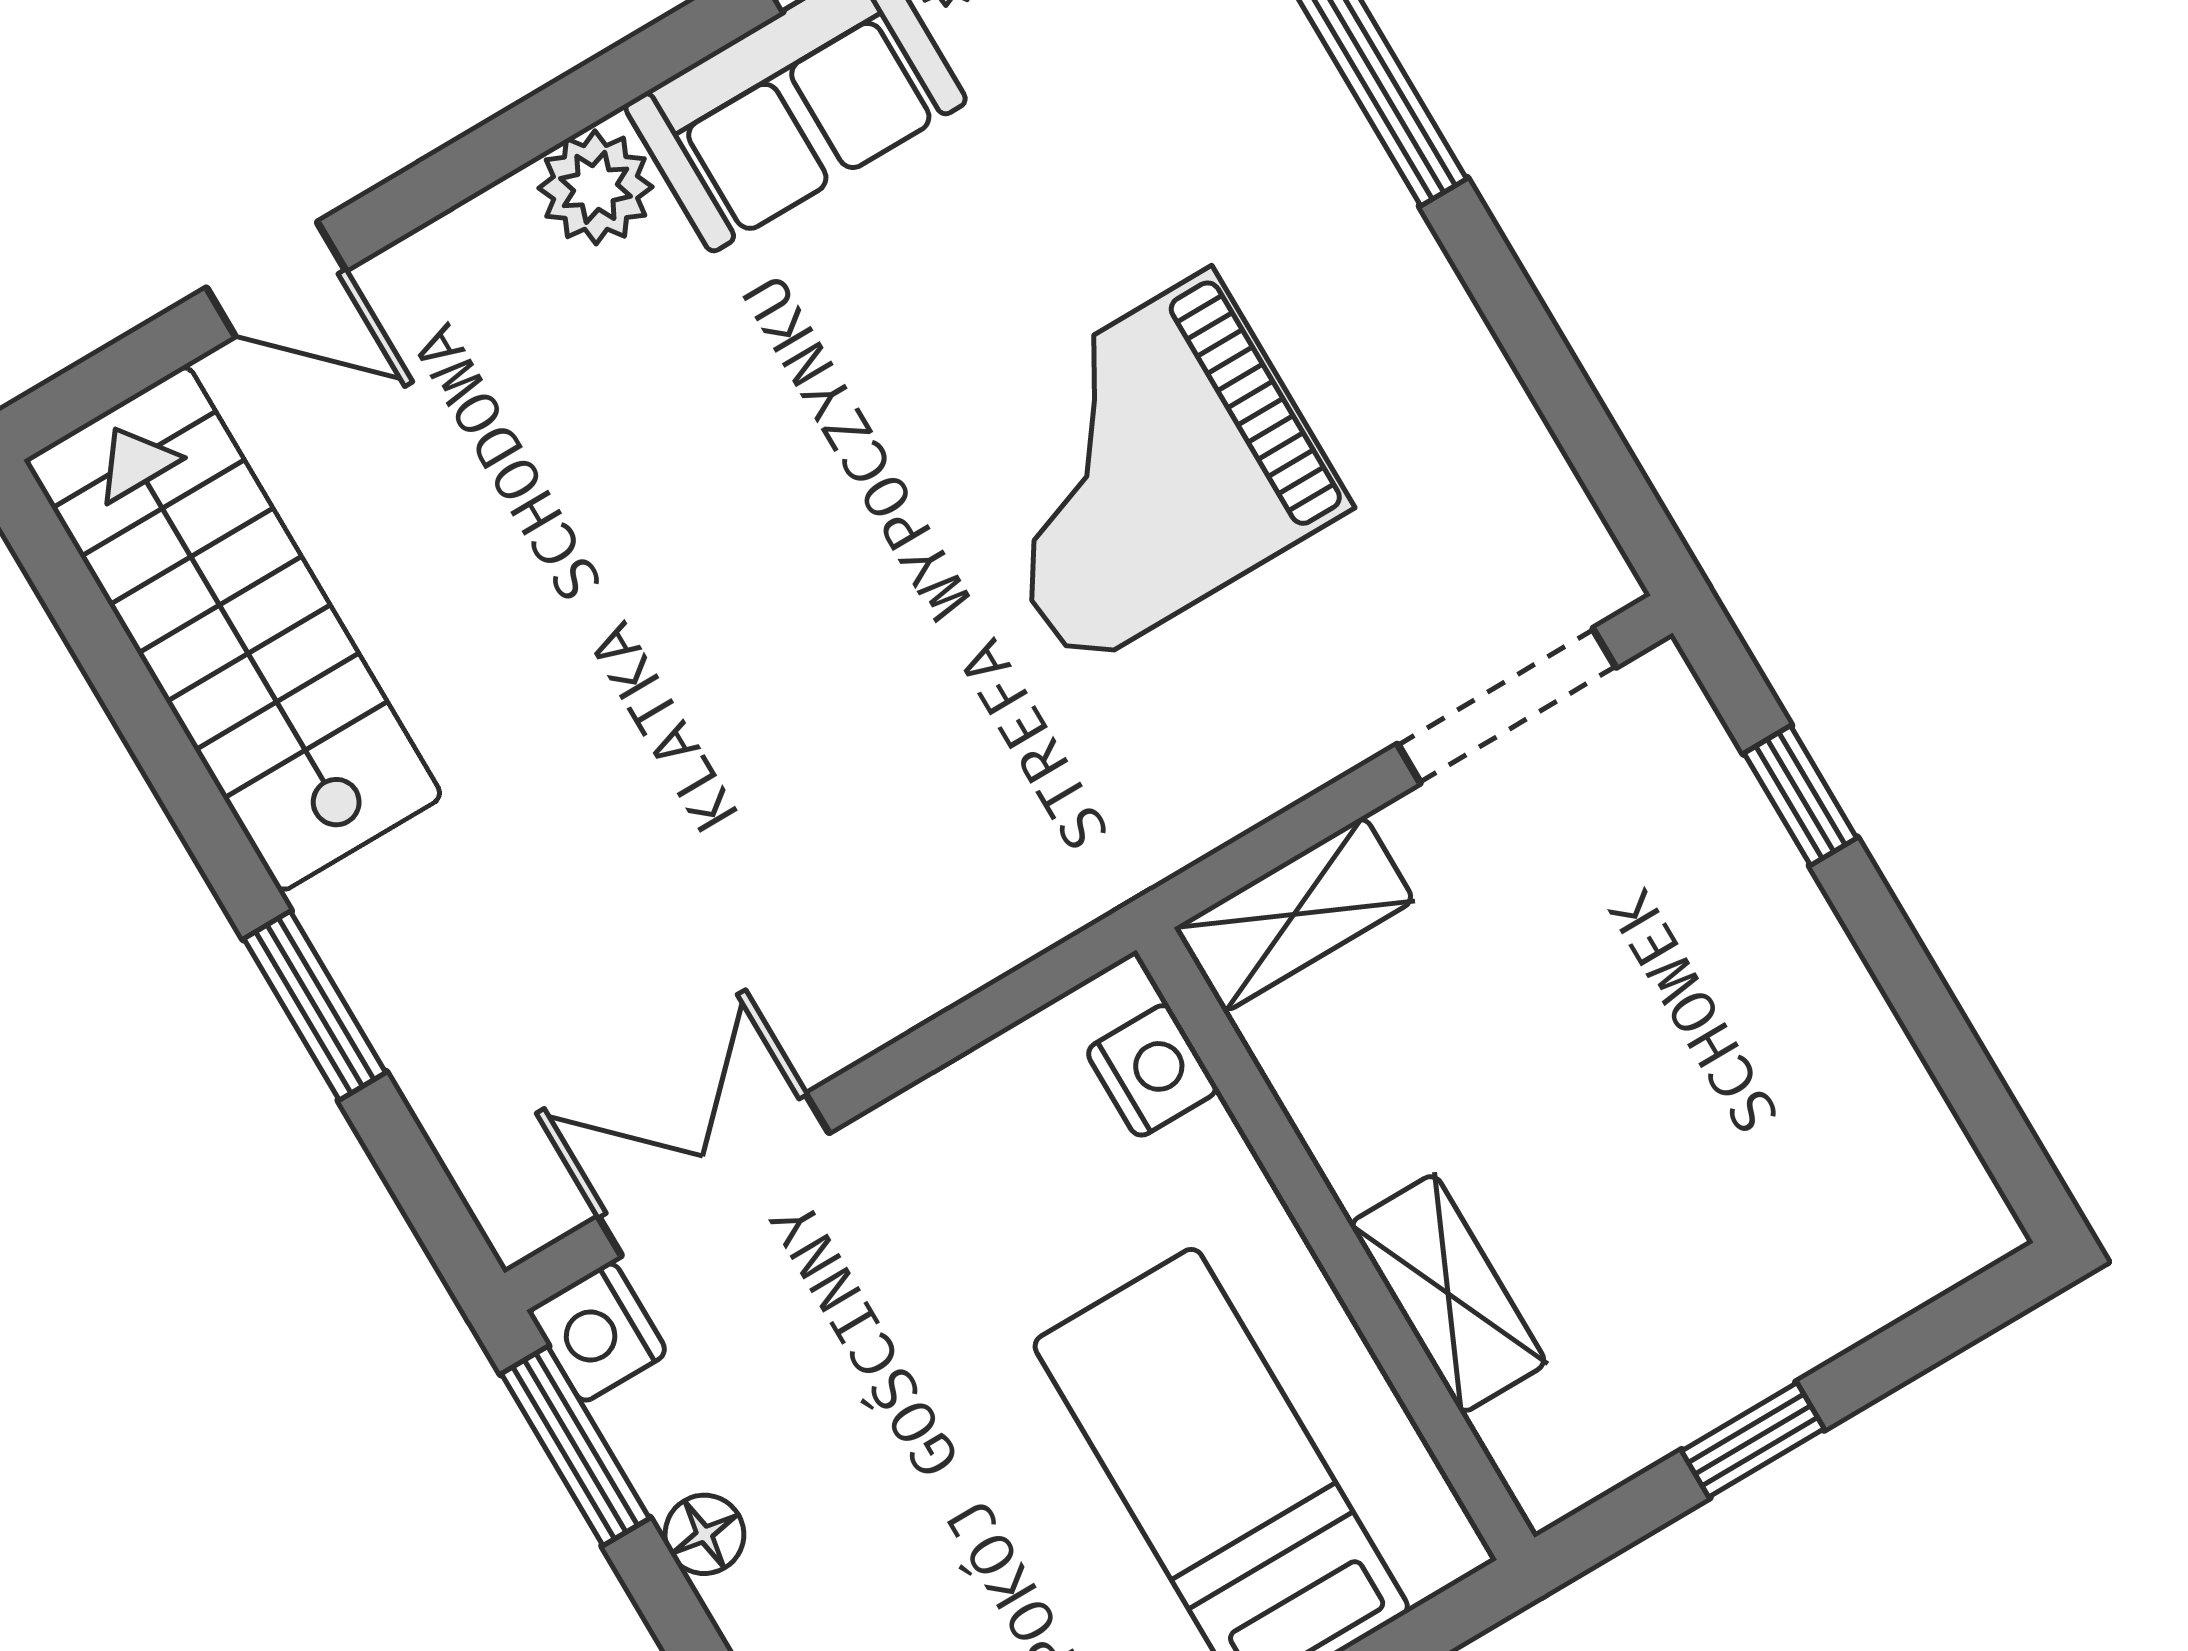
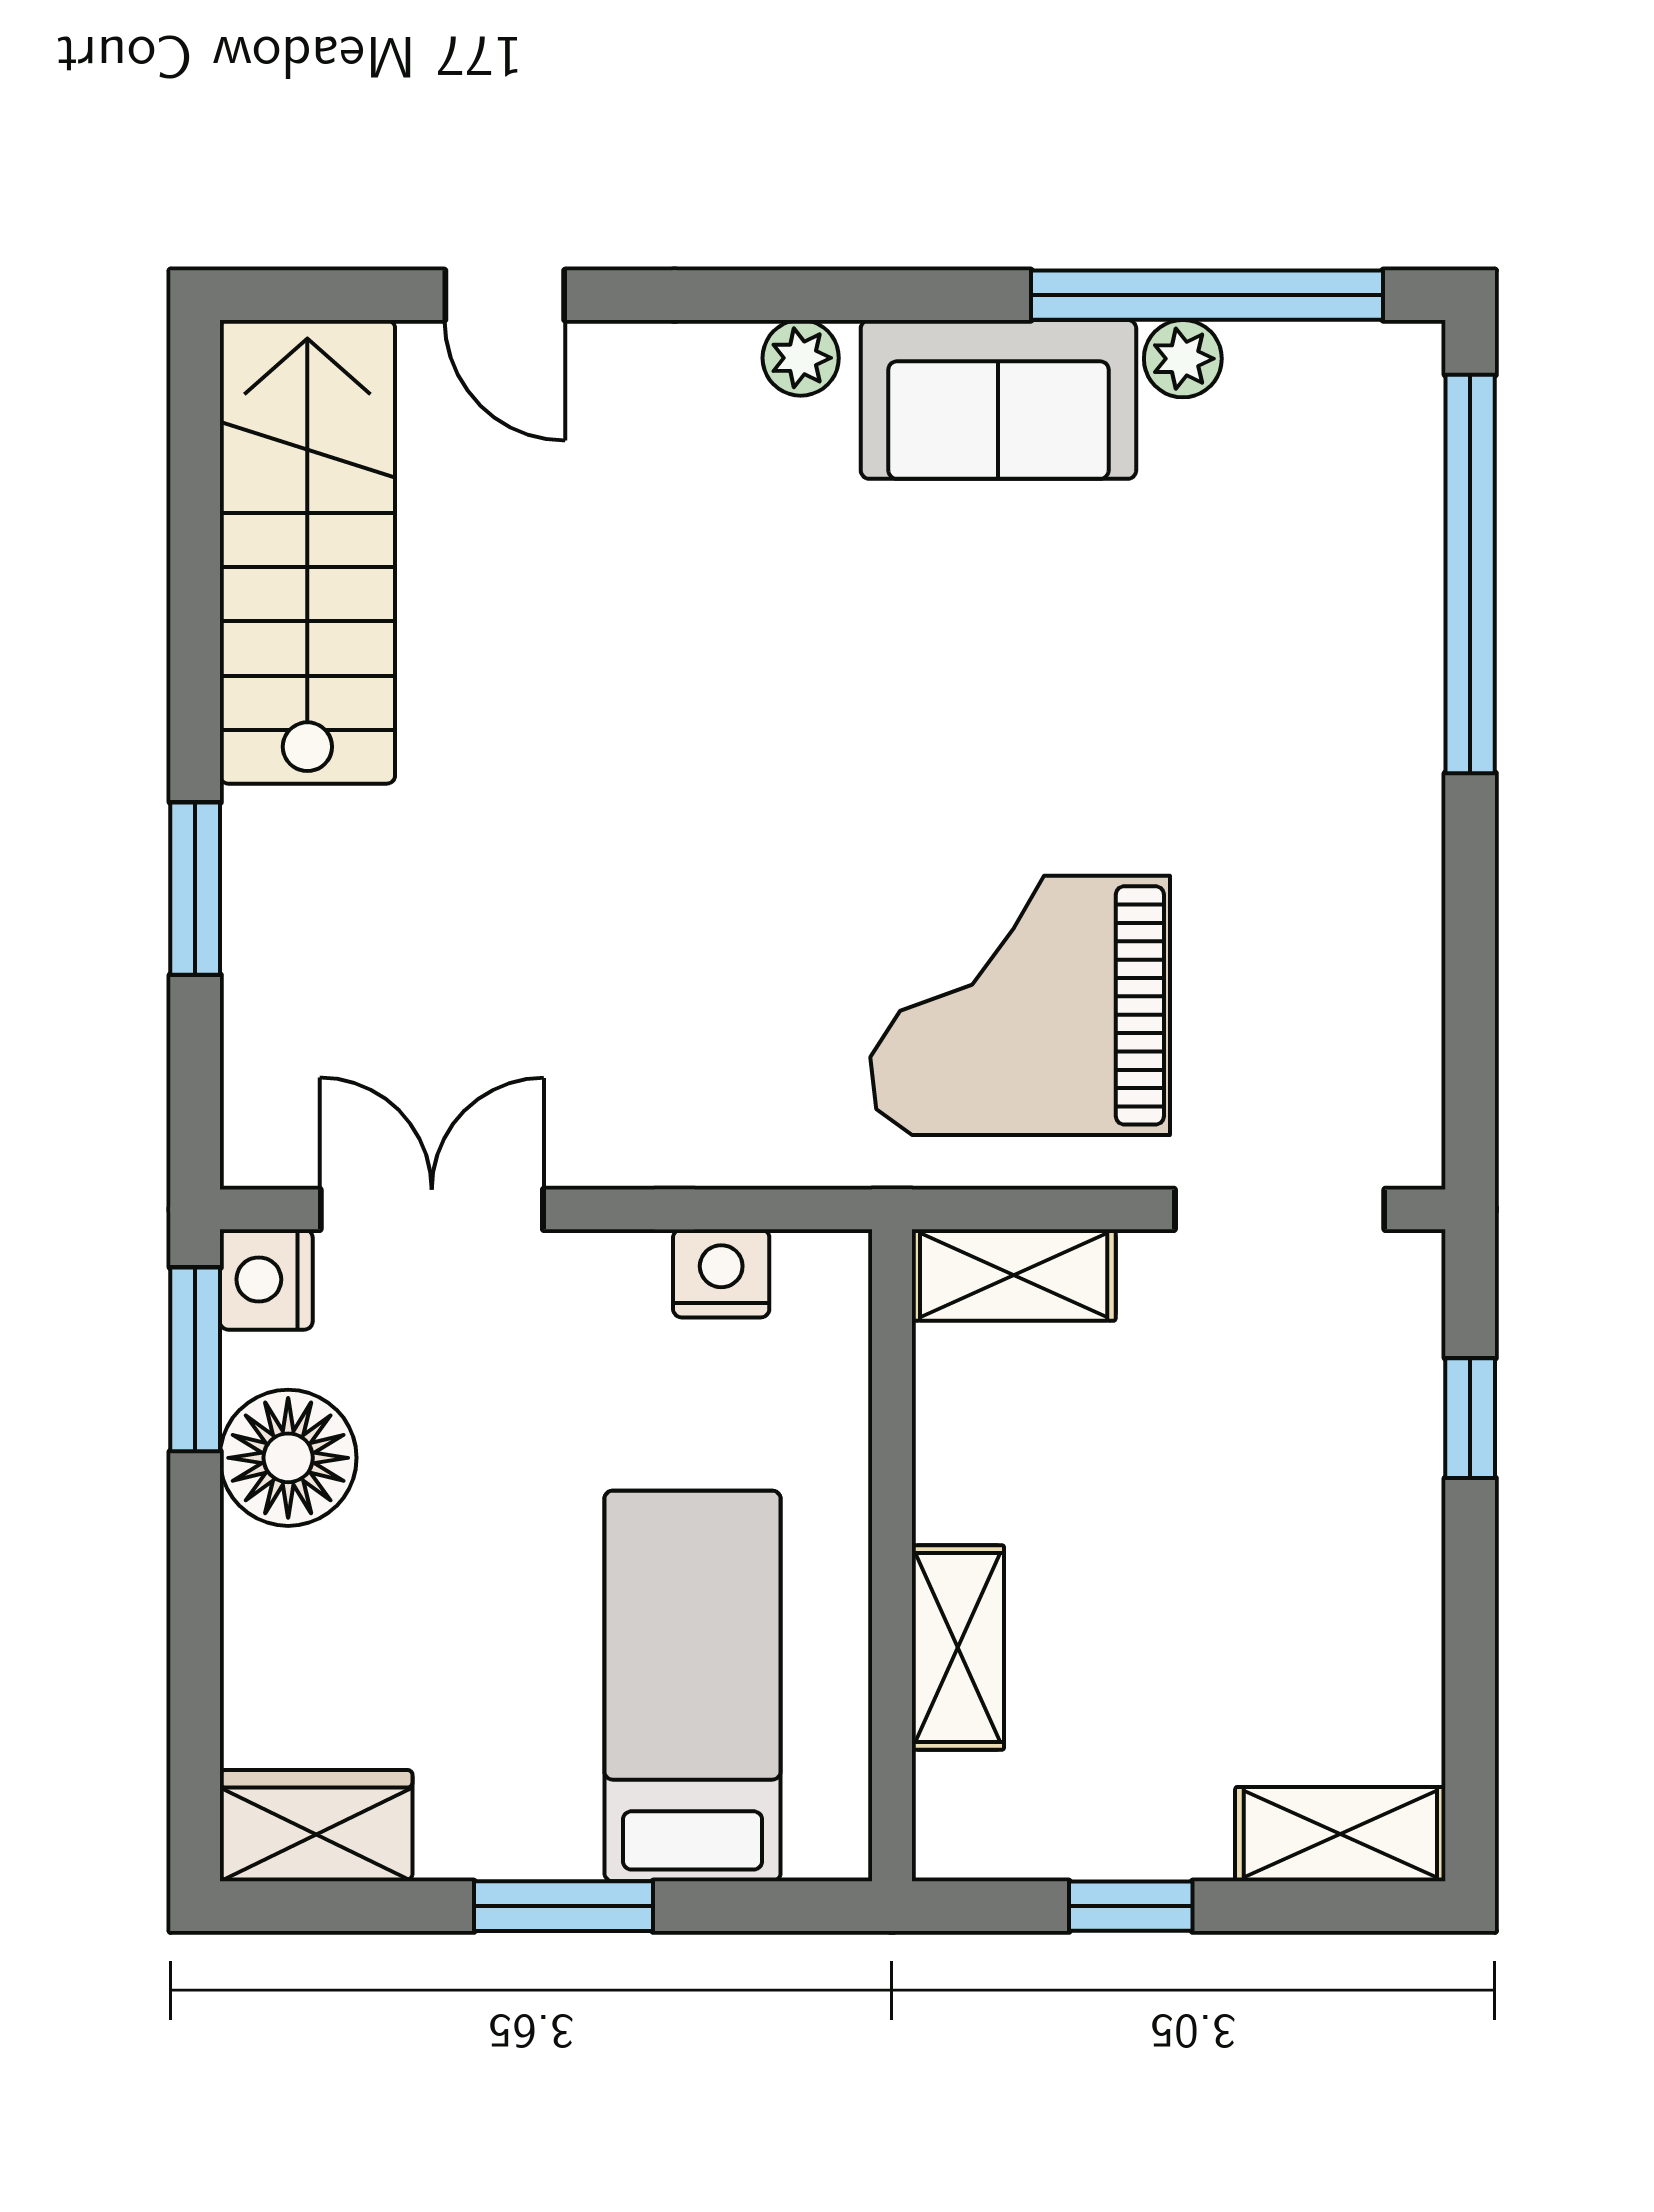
plant: (595, 187) -> (801, 358), width x0.73, depth x0.73
grand piano: (1143, 469) -> (1020, 1005), moved
nightstand: (1152, 1070) -> (721, 1273), moved, turned -90
shelving: (1909, 1257) -> (1340, 1834), added
floor lamp: (704, 1534) -> (288, 1458), width x1.89, depth x1.89

